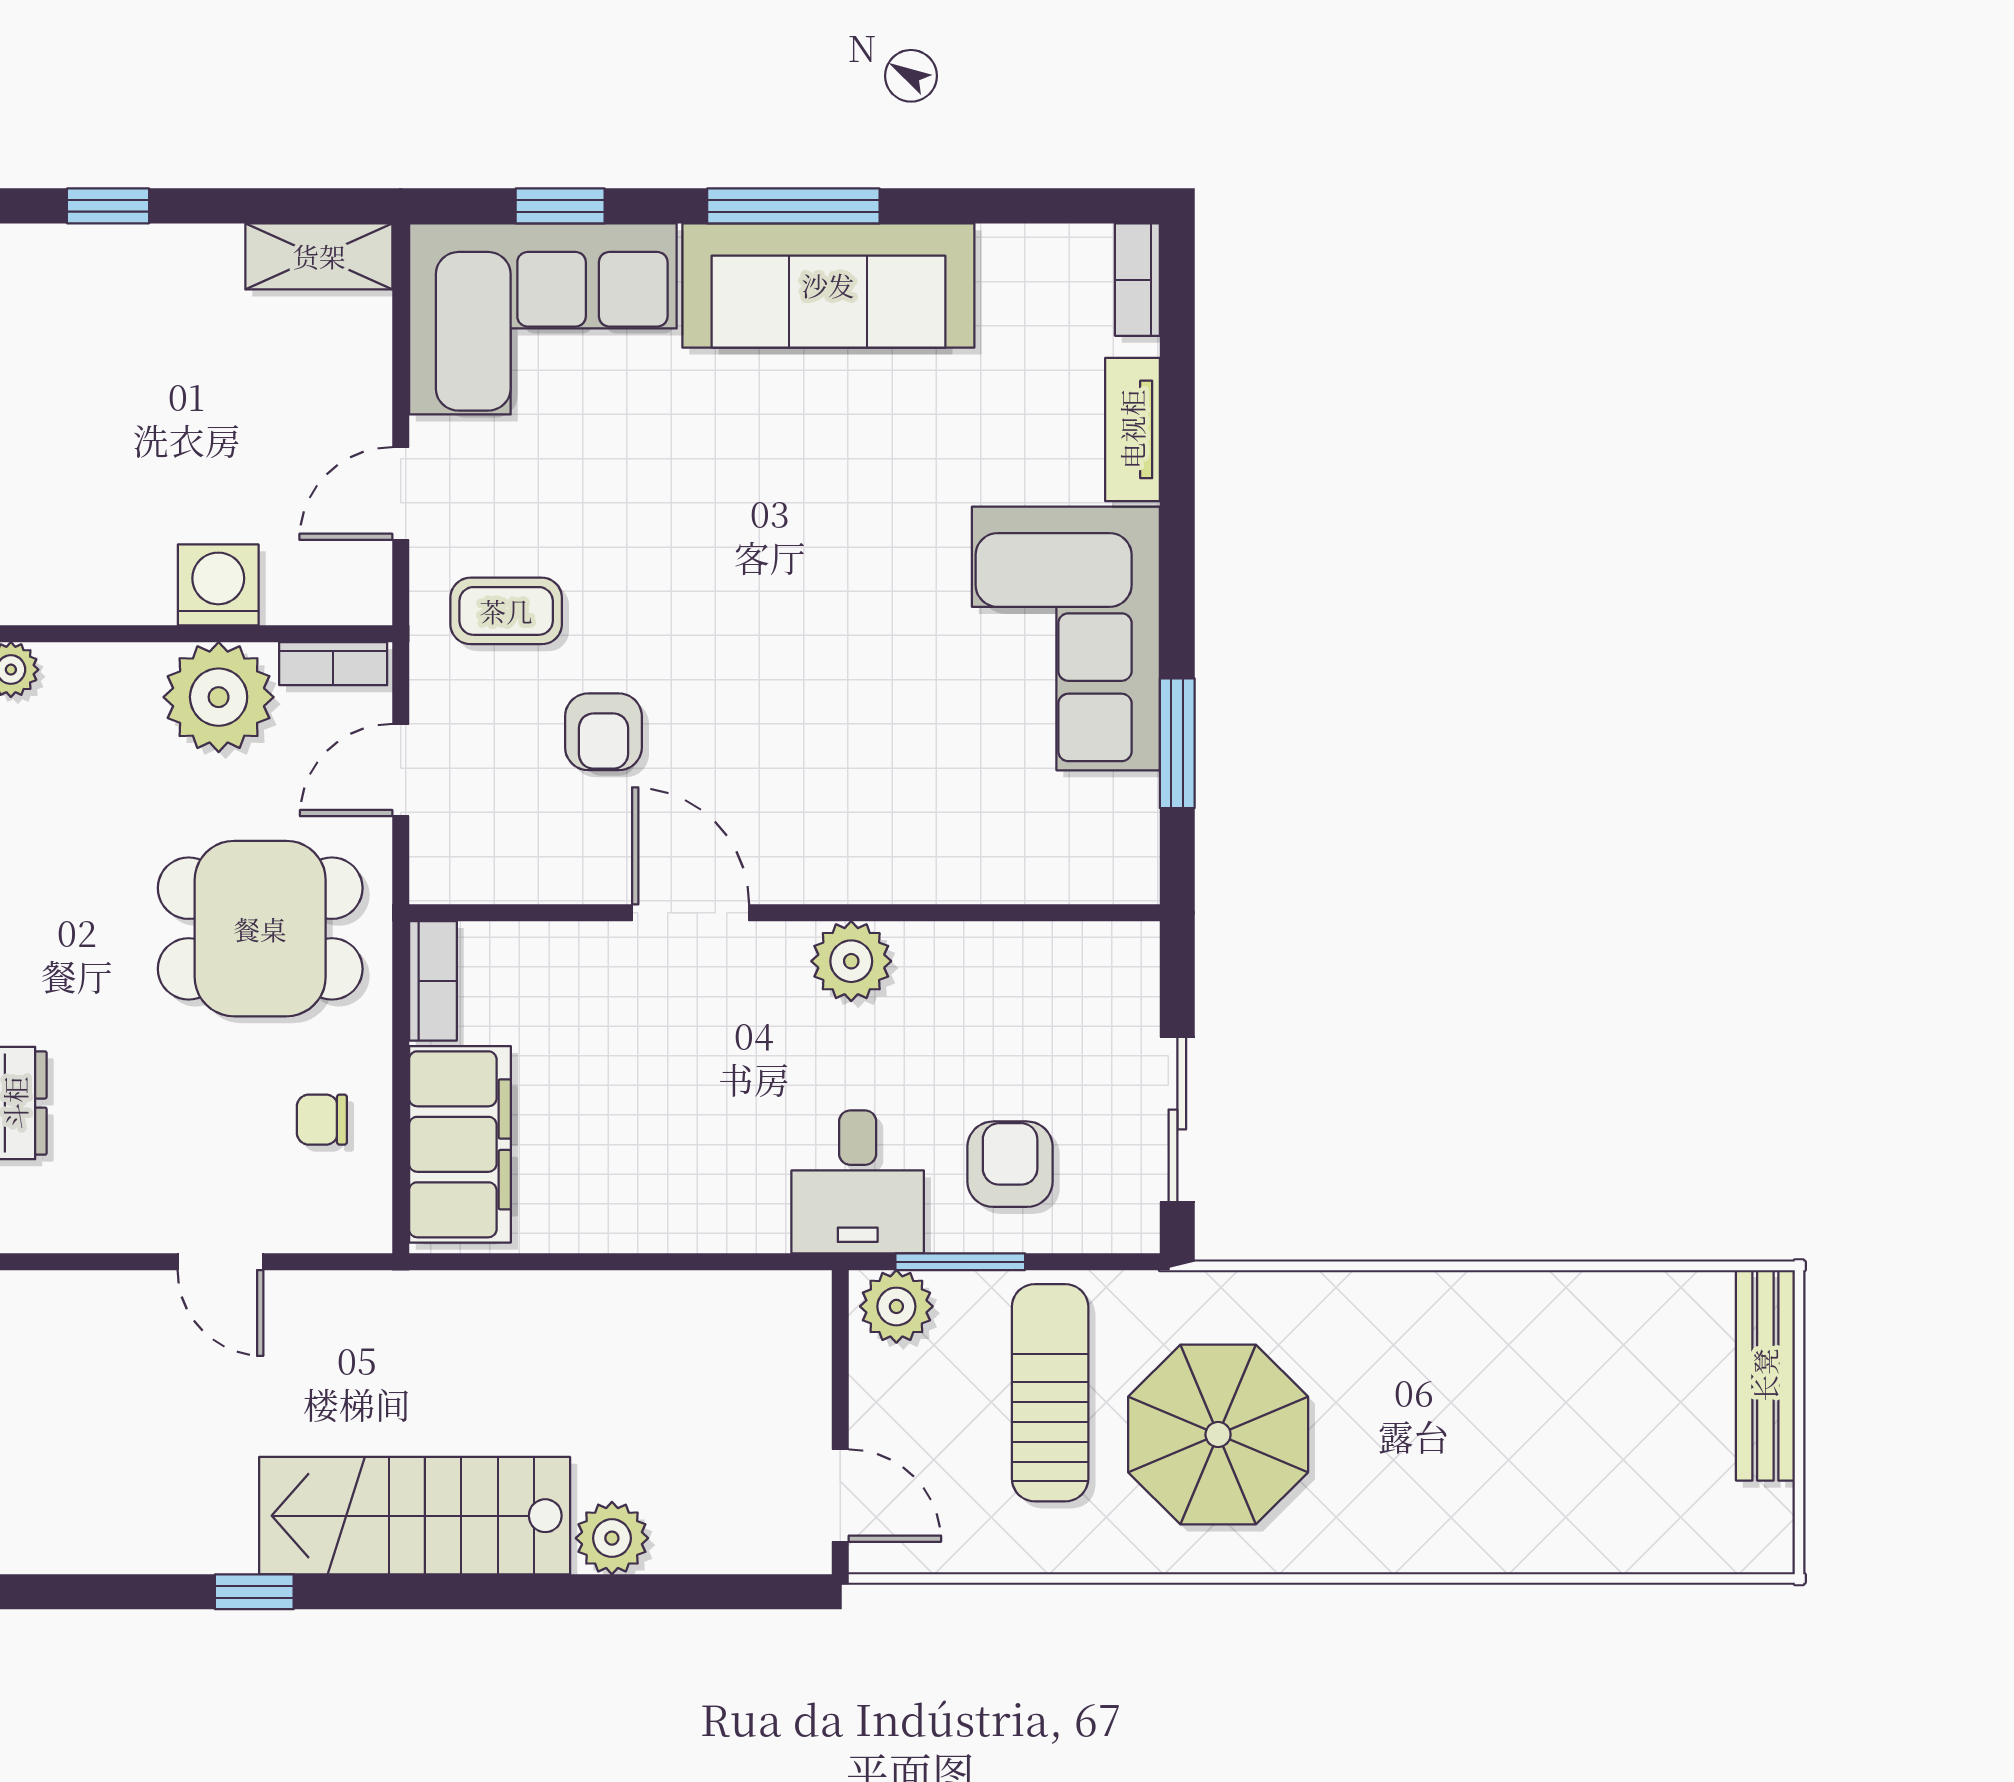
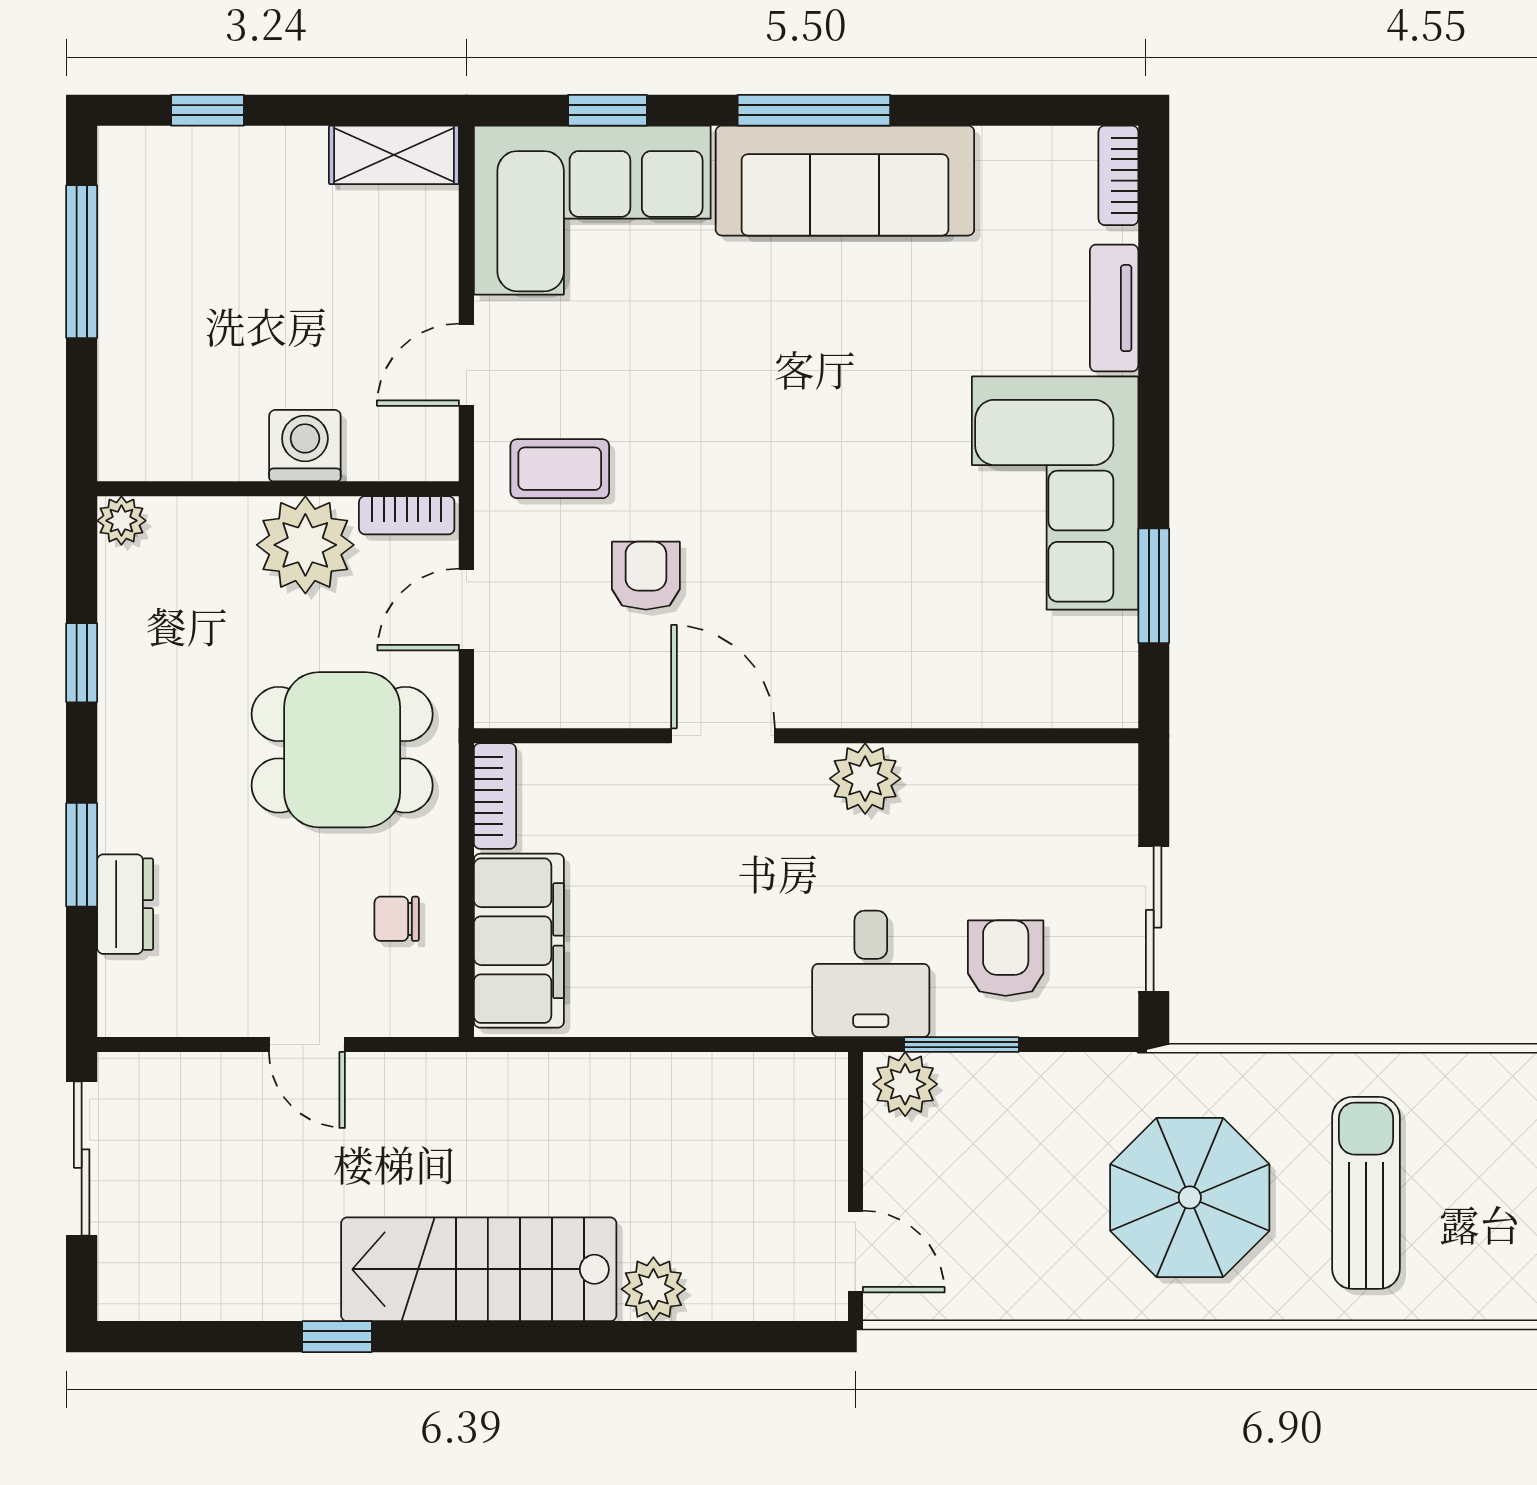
armchair: (603, 732) -> (646, 576), turned 180
sun lounger: (1050, 1393) -> (1366, 1193), moved

